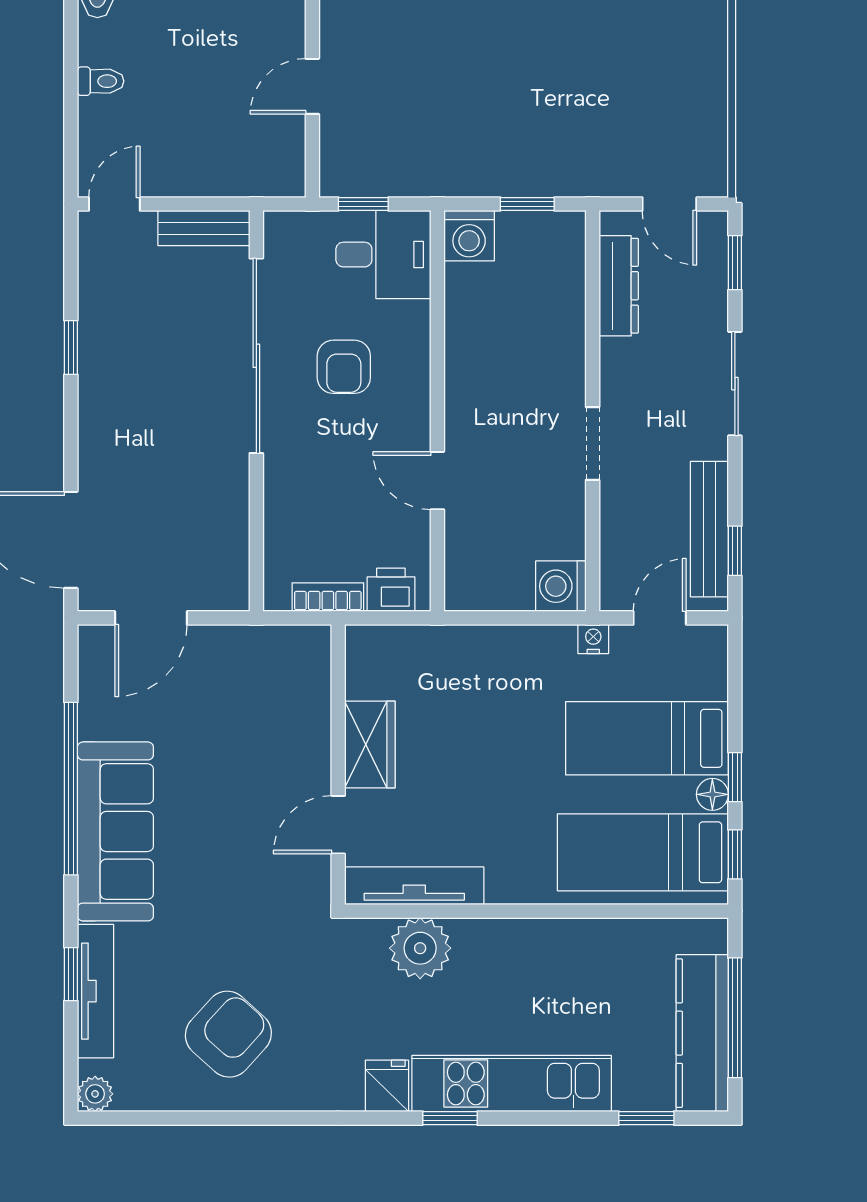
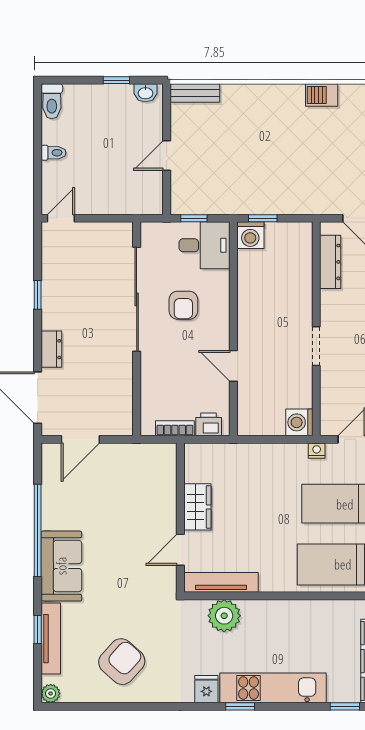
window: (527, 204) -> (263, 218), moved
bench: (204, 228) -> (109, 231), removed
dresser: (96, 449) -> (51, 349), added
sofa: (115, 831) -> (61, 566), width x0.73

